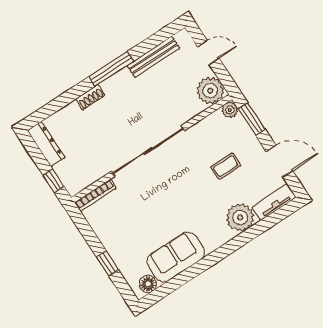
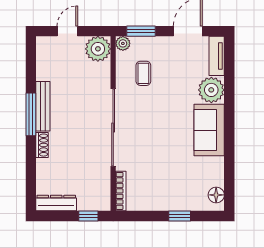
bench: (153, 57) -> (43, 106), moved
coffee table: (226, 166) -> (143, 73), moved
sofa: (176, 257) -> (209, 130), moved

